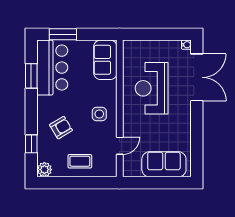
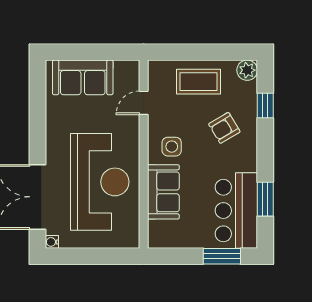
sofa: (105, 60) -> (163, 192), moved
reception desk: (152, 88) -> (100, 182), width x1.36, depth x1.30
coffee table: (80, 161) -> (198, 82), width x1.36, depth x1.30

